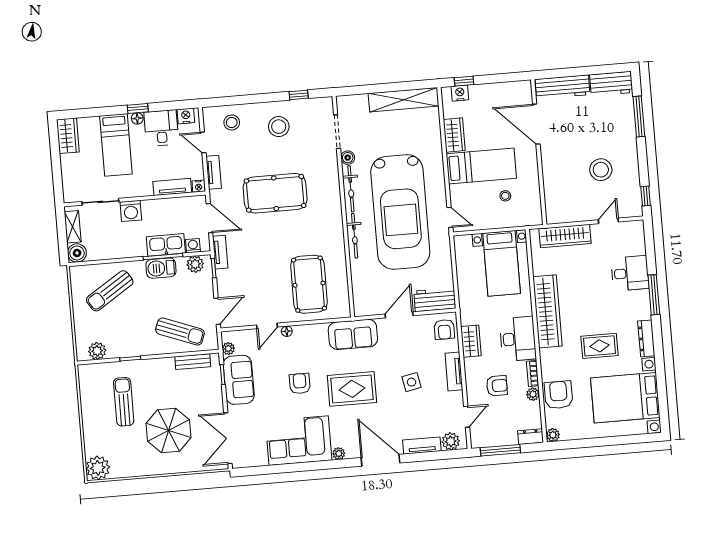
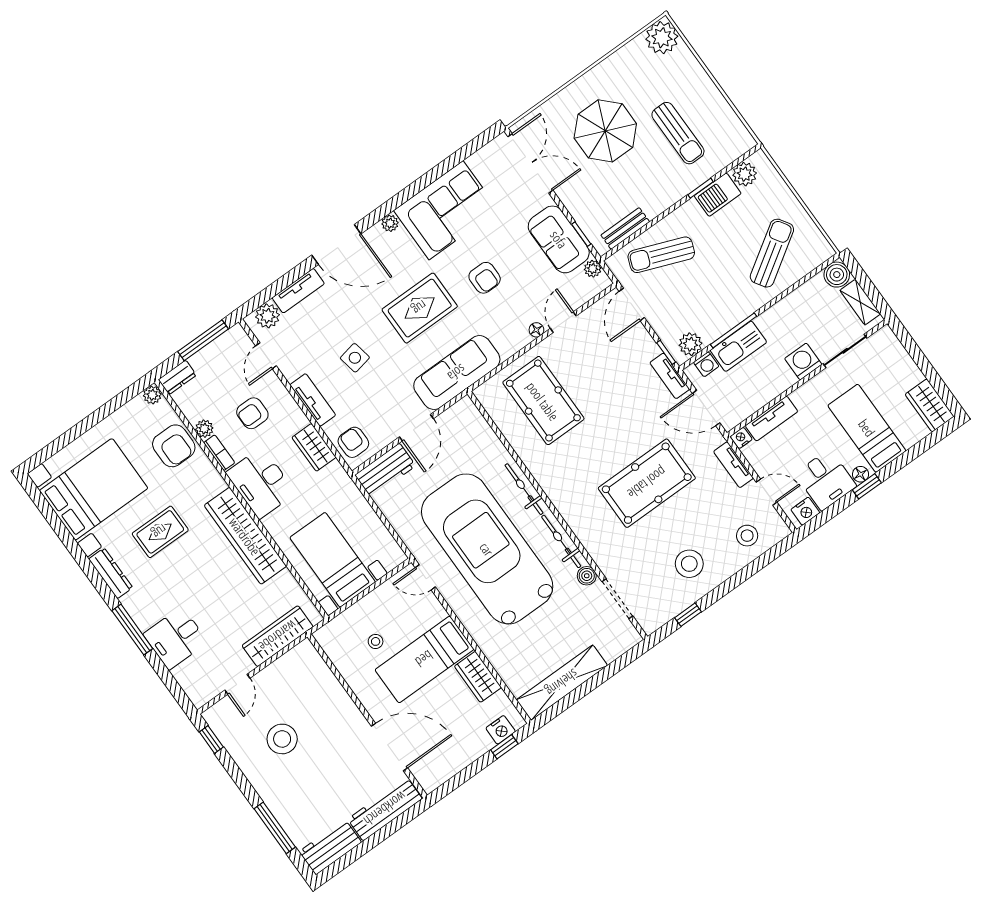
barbecue: (161, 268) -> (718, 195), moved, turned 180
sofa: (353, 334) -> (457, 373), width x1.36

